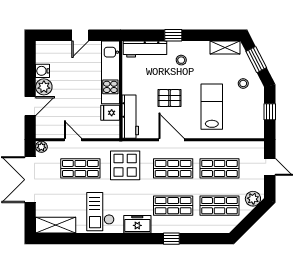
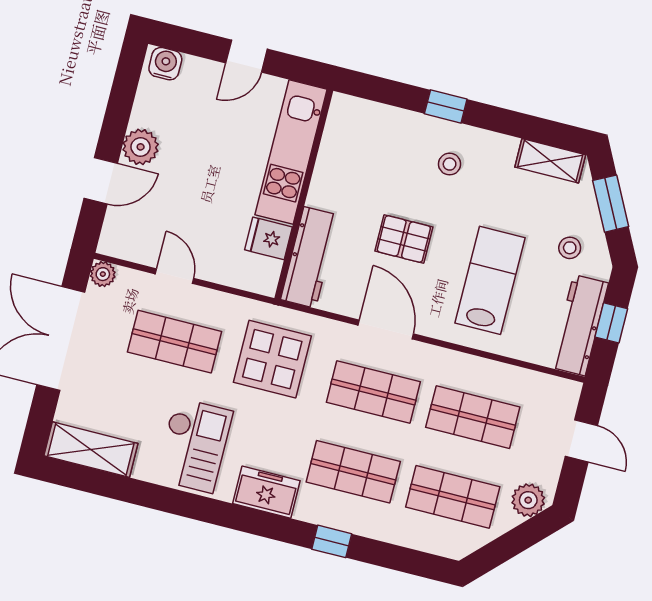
workbench: (145, 49) -> (579, 325), moved, turned 90
water cooler: (43, 71) -> (165, 64), moved, turned 90
checkout: (100, 212) -> (194, 445), turned 180

